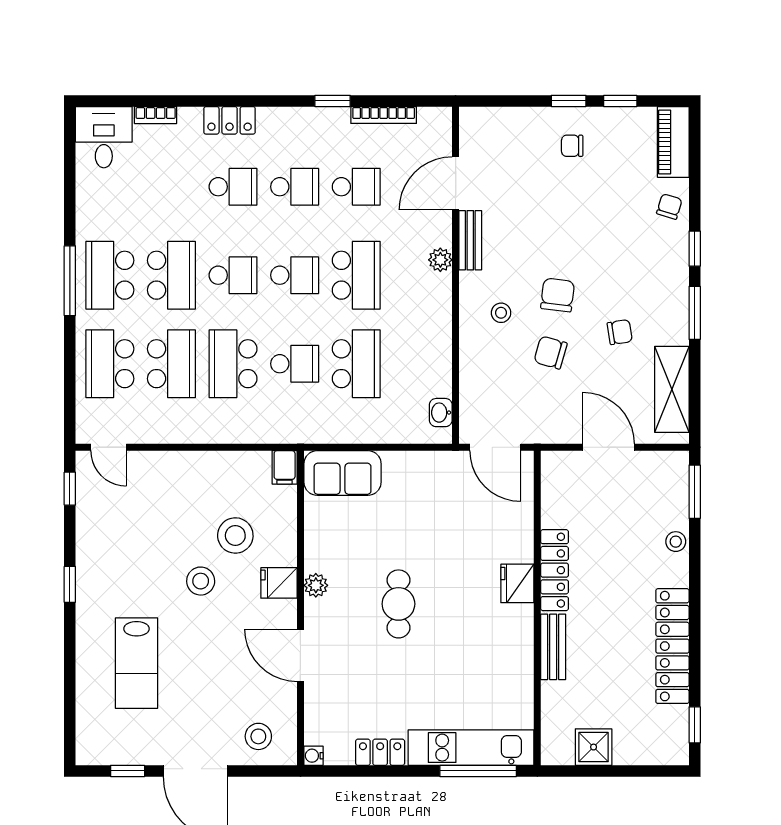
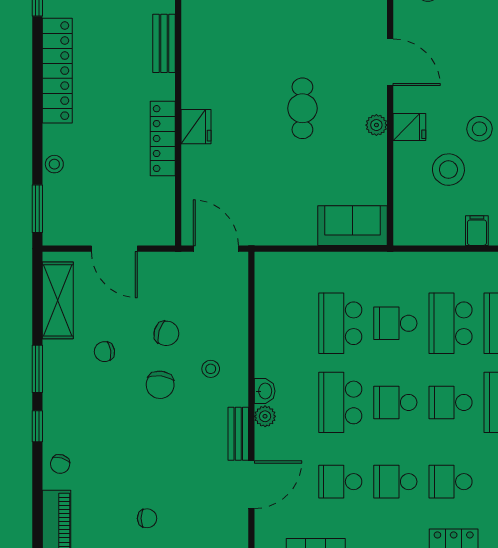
school desk: (233, 364) -> (451, 323), turned 180
washbasin: (441, 413) -> (265, 391), moved
filing cabinet: (285, 467) -> (477, 231), moved
bench: (553, 647) -> (164, 43), moved

